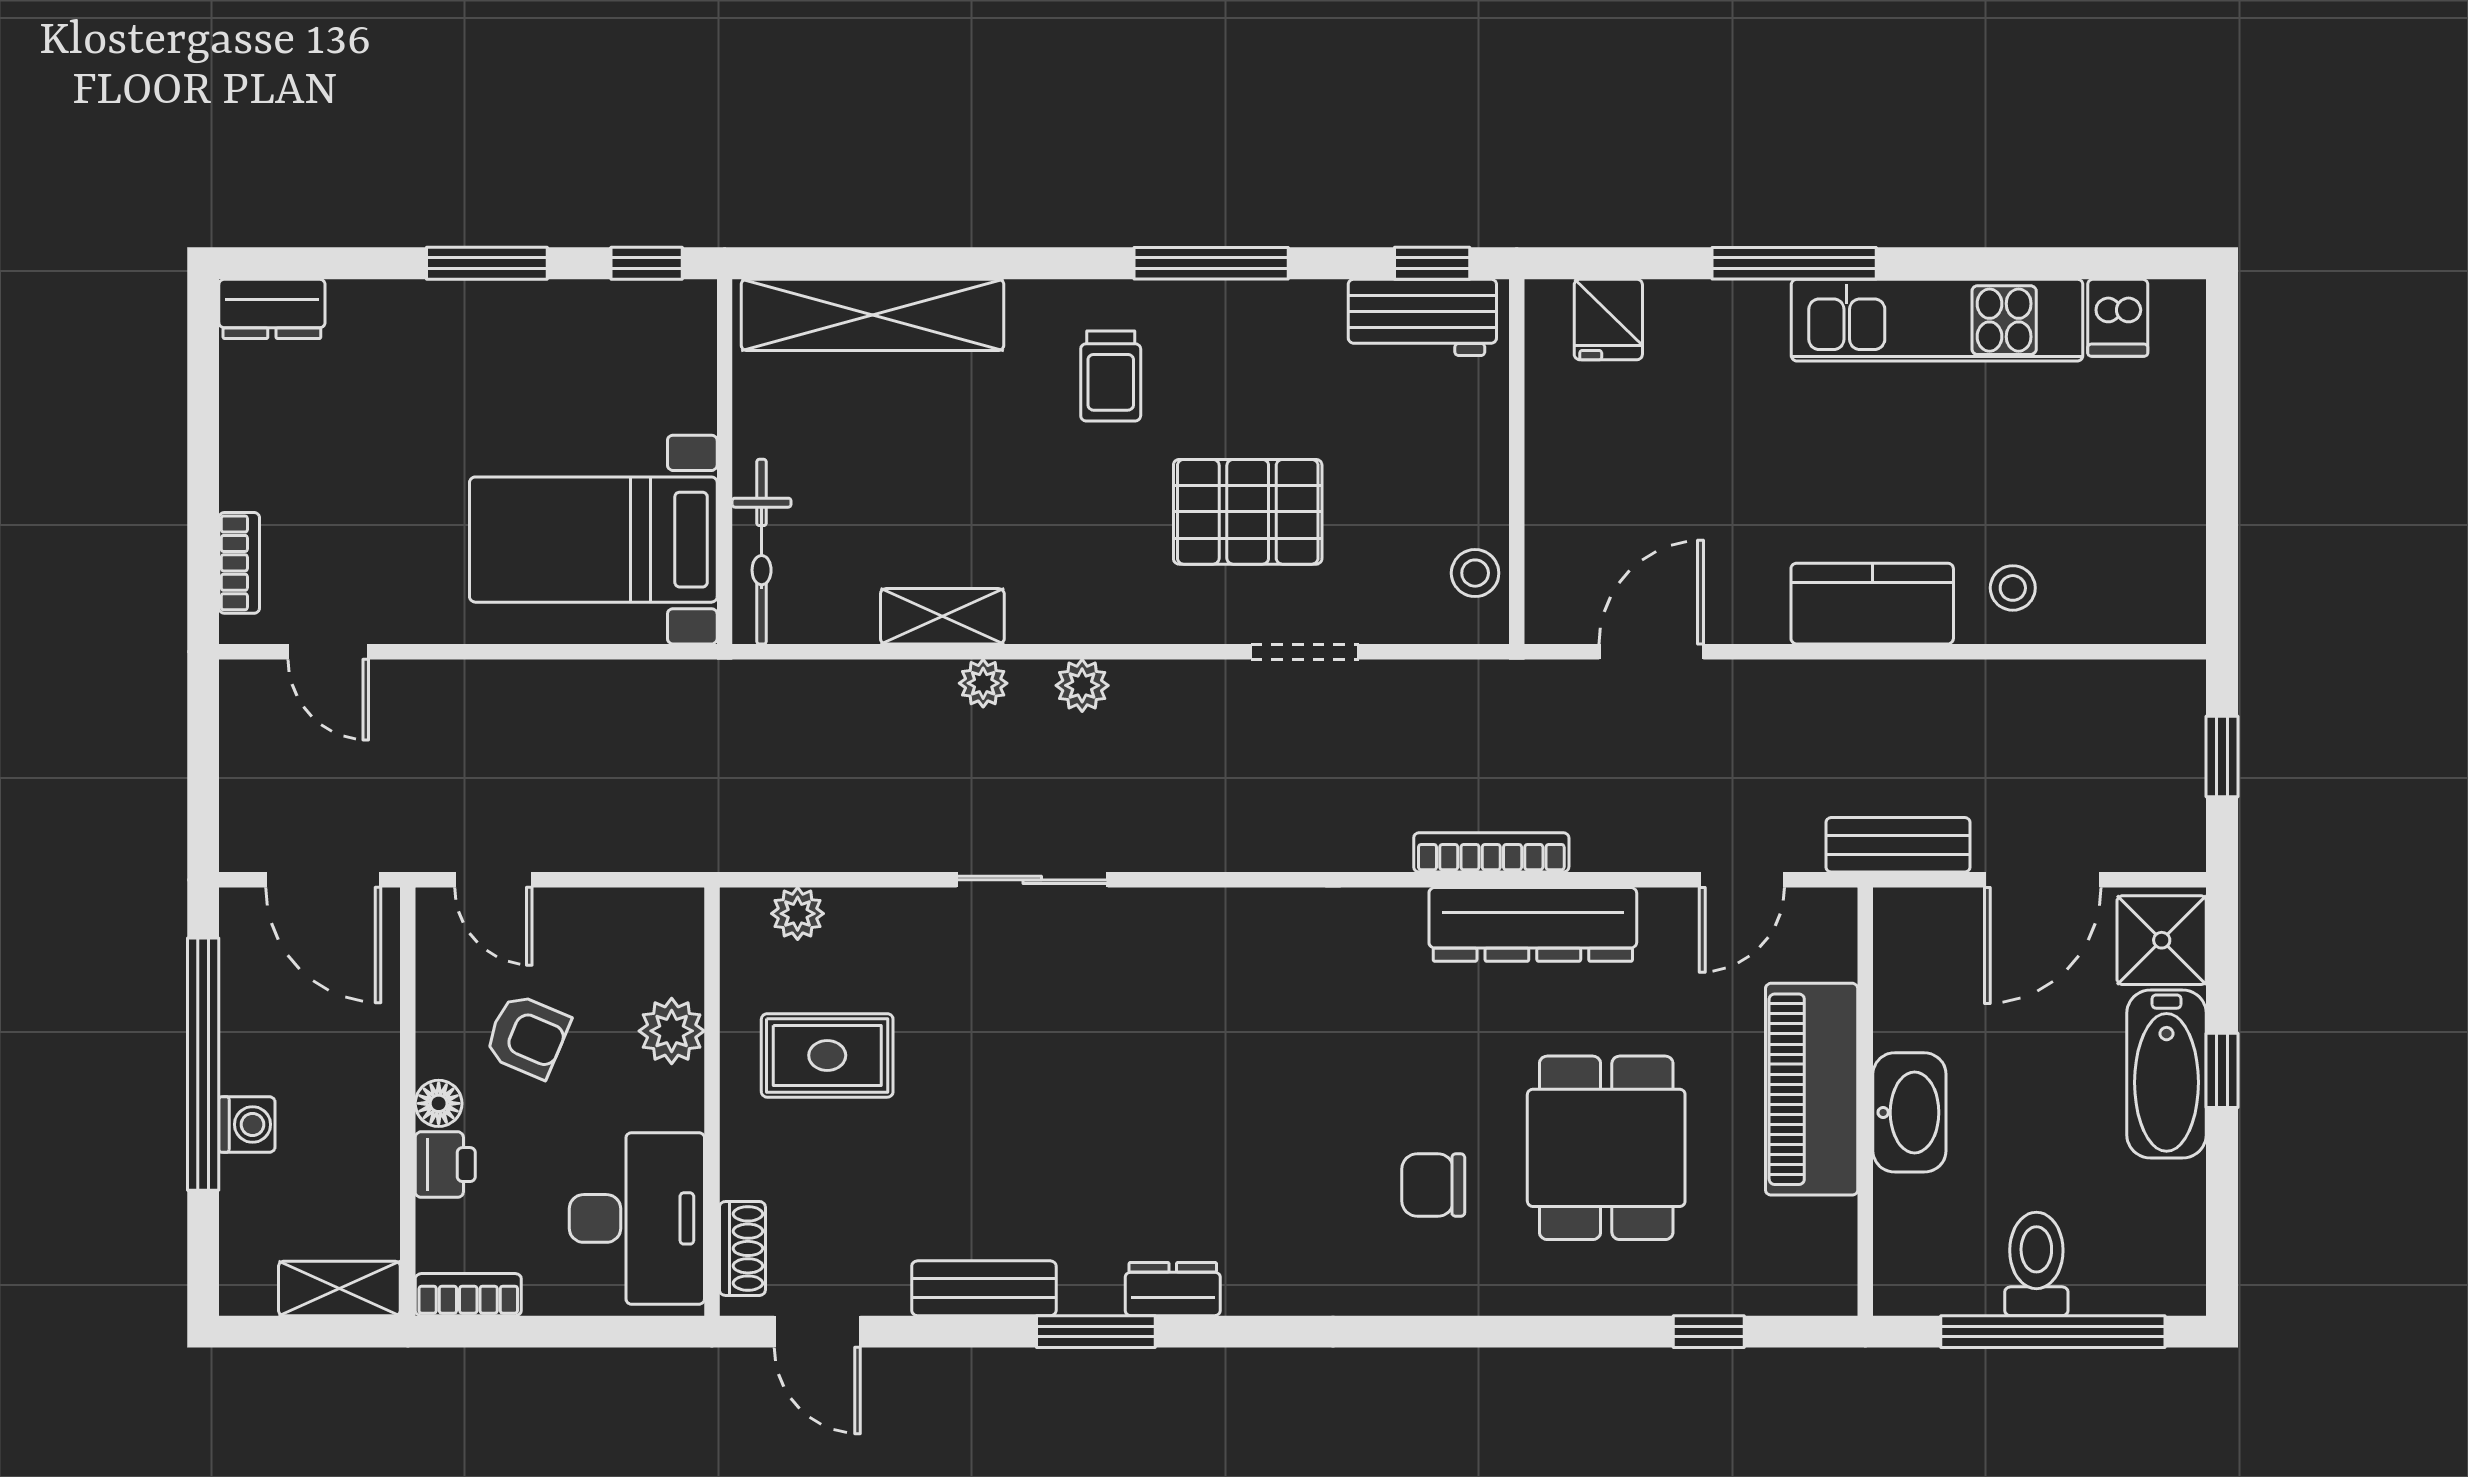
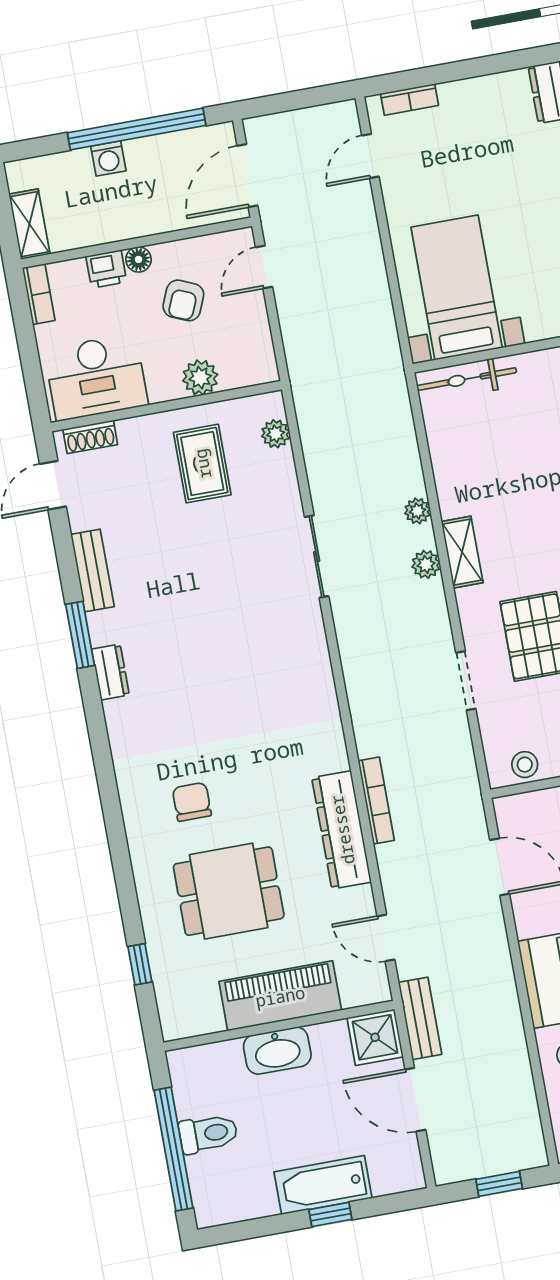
shelving: (942, 616) -> (462, 552), moved
shower: (2162, 940) -> (375, 1037), moved

